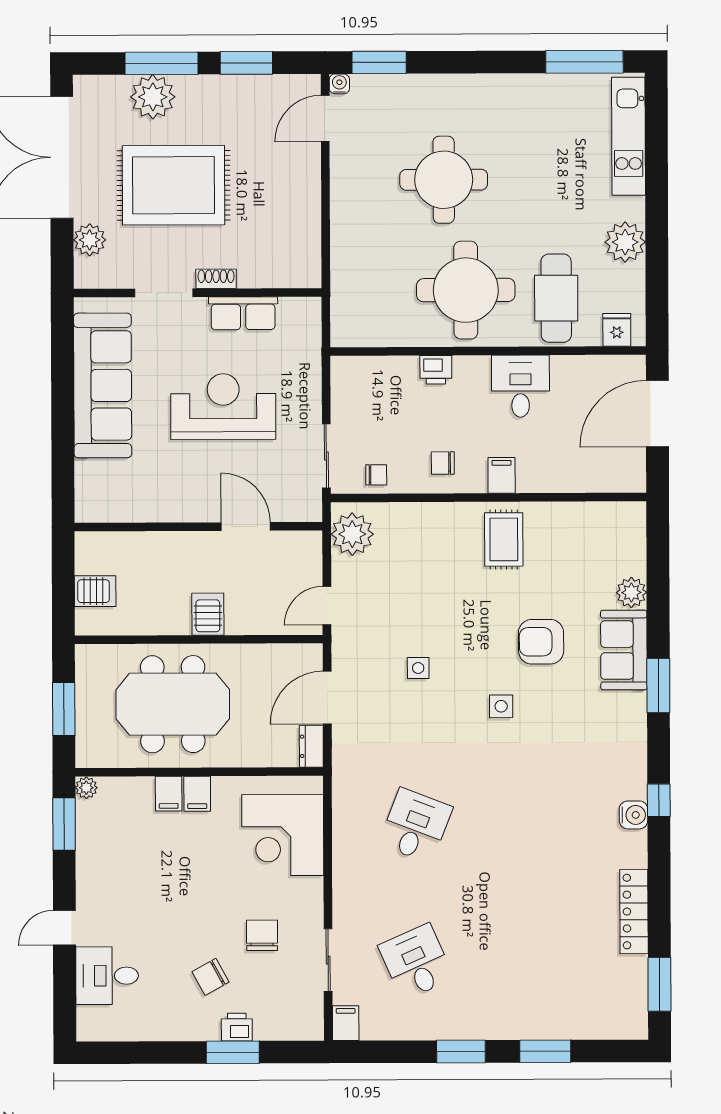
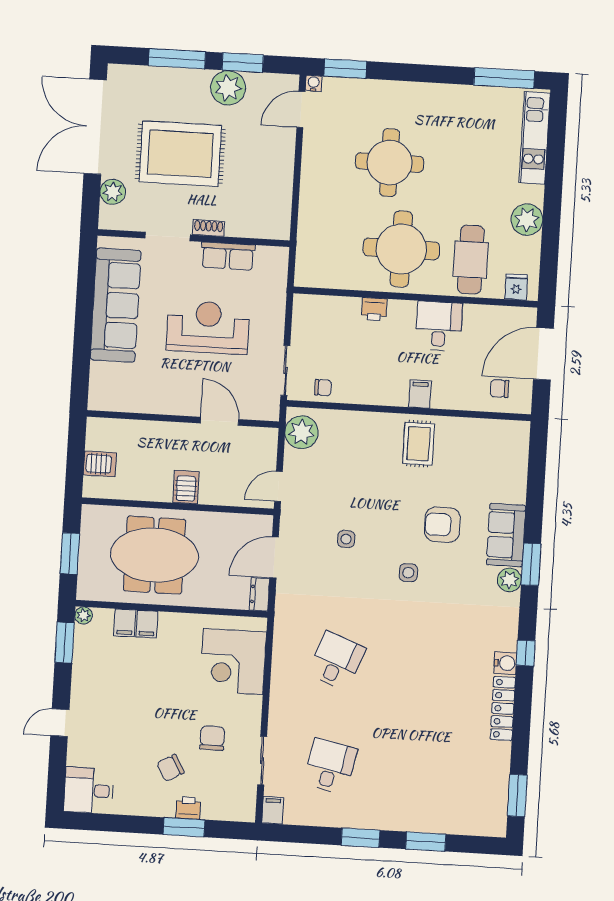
plant: (153, 97) -> (228, 88), moved
chair: (443, 463) -> (500, 388), moved
plant: (631, 593) -> (509, 580), moved
filing cabinet: (197, 794) -> (125, 623), moved
locker: (634, 911) -> (503, 708), moved
desk: (416, 962) -> (330, 766), turned 36
desk: (107, 976) -> (89, 790), moved

